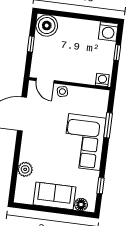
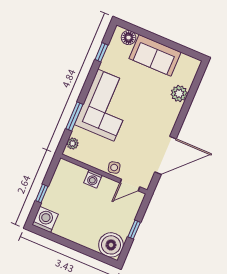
washing machine: (102, 80) -> (93, 179), moved
door: (45, 81) -> (130, 185), swing flipped
plant: (103, 102) -> (73, 143), added

